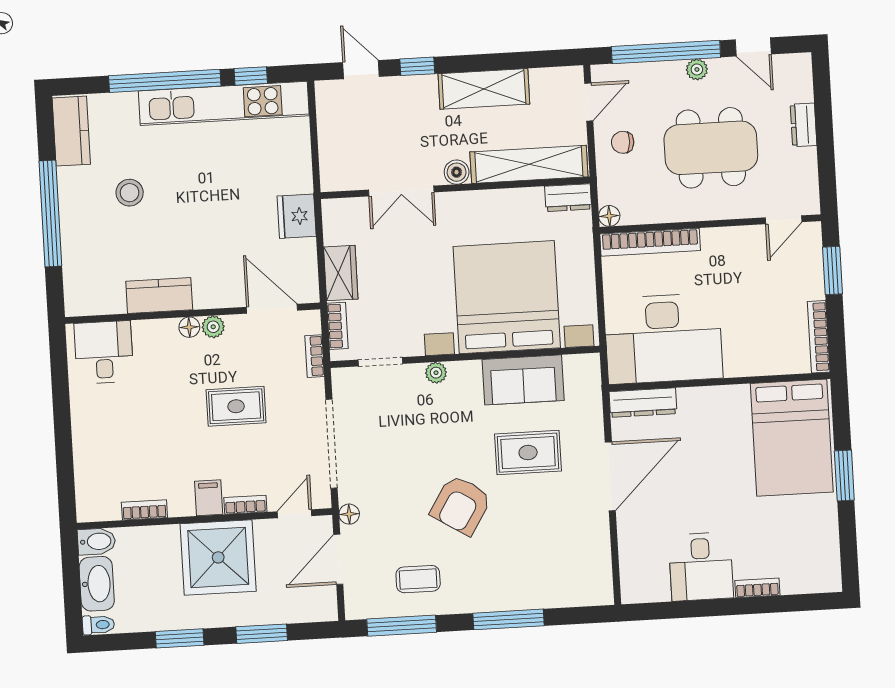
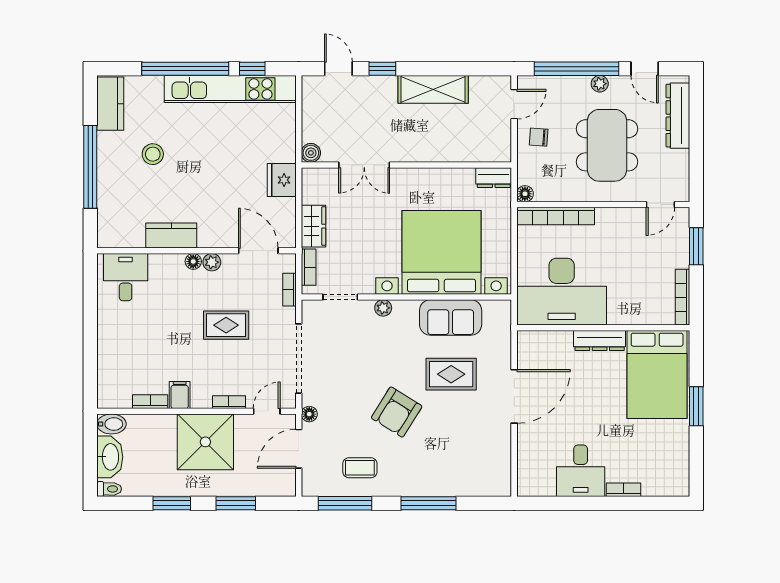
dresser: (804, 125) -> (678, 116), width x1.96, depth x1.24
dining table: (711, 148) -> (607, 145), turned 90
shelving: (529, 164) -> (465, 150), removed
boiler: (457, 172) -> (311, 153), moved
dresser: (643, 403) -> (600, 340), moved
filing cabinet: (209, 498) -> (180, 395), moved

